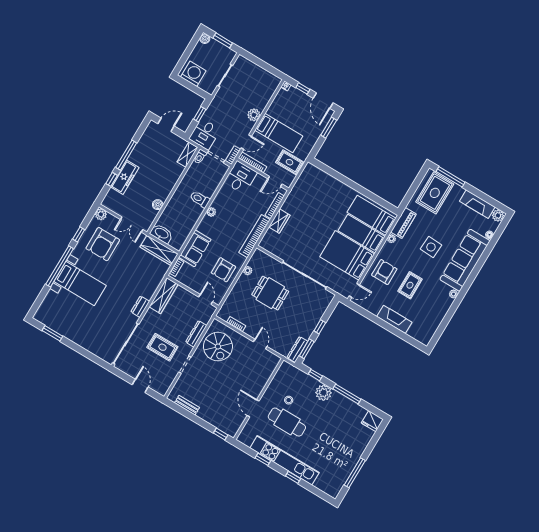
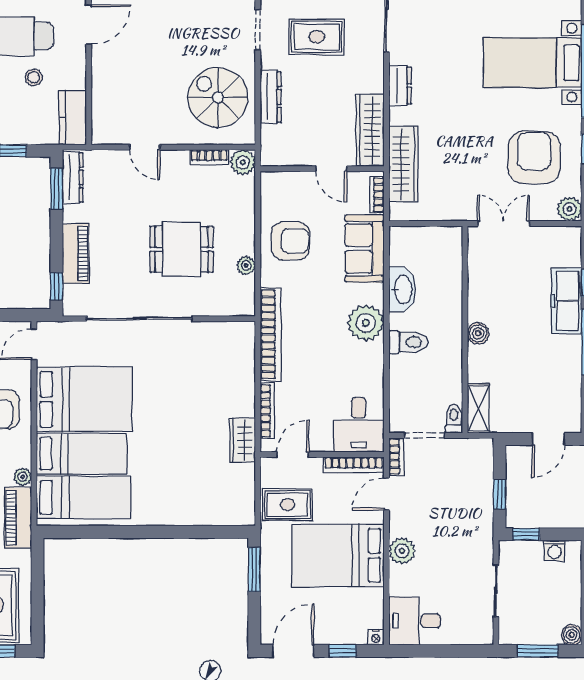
washing machine: (193, 74) -> (554, 551), width x0.53, depth x0.53
window: (199, 91) -> (526, 534), added
door: (323, 101) -> (293, 651), hinge flipped
window: (329, 128) -> (254, 570), moved
bed: (279, 133) -> (338, 555), width x1.50
desk: (205, 134) -> (415, 621), moved, turned -90
boiler: (158, 205) -> (478, 333), moved
plant: (211, 212) -> (366, 323), width x1.87, depth x1.87
wardrobe: (279, 221) -> (242, 440), moved
washbasin: (161, 233) -> (402, 289), moved, turned -90
wardrobe: (159, 250) -> (403, 164), moved, turned 90
armchair: (223, 270) -> (290, 241), turned 90
door: (206, 299) -> (331, 169), moved
plant: (224, 314) -> (243, 162), added
piano: (315, 317) -> (76, 254), added
window: (320, 327) -> (57, 286), moved
kitchen counter: (283, 374) -> (73, 118), added
door: (253, 408) -> (89, 25), hinge flipped

